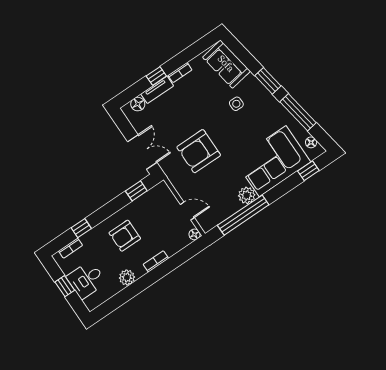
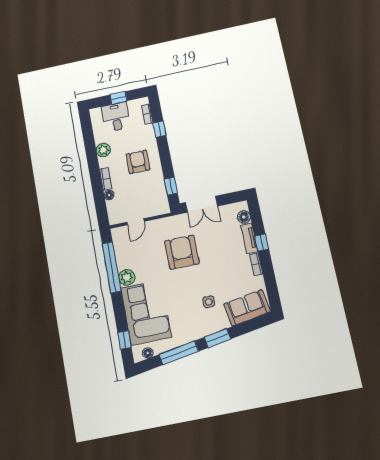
floor lamp: (195, 234) -> (109, 195), moved

